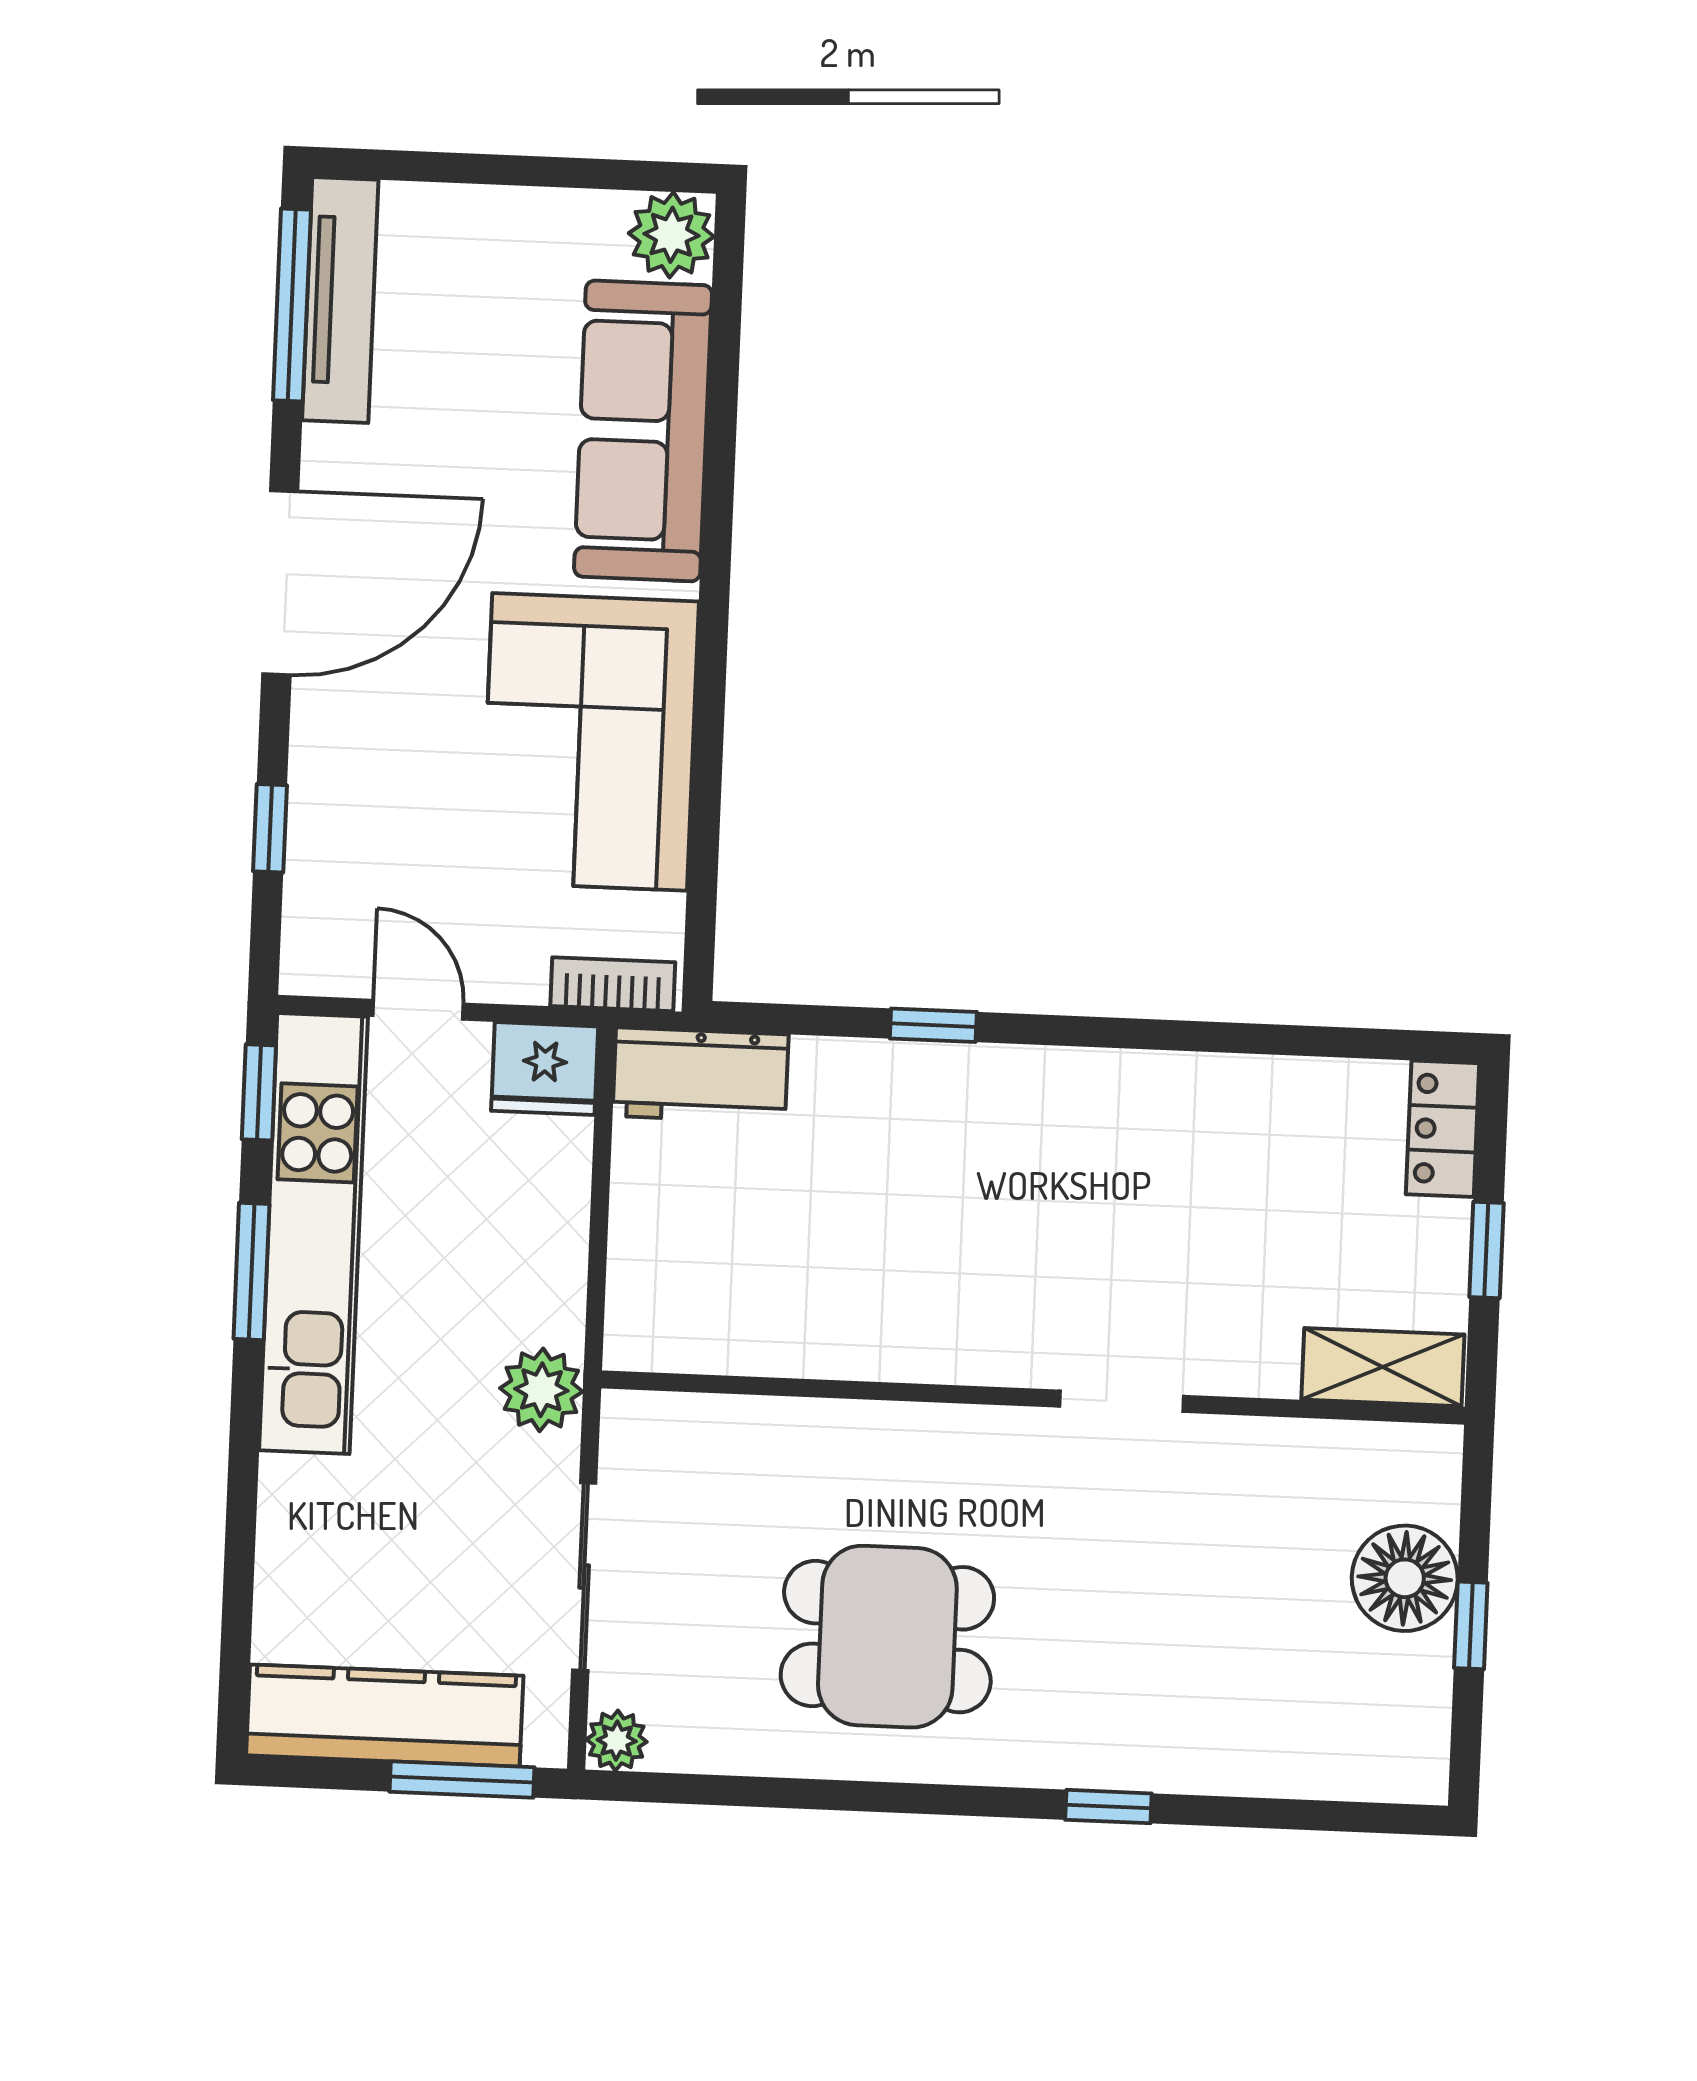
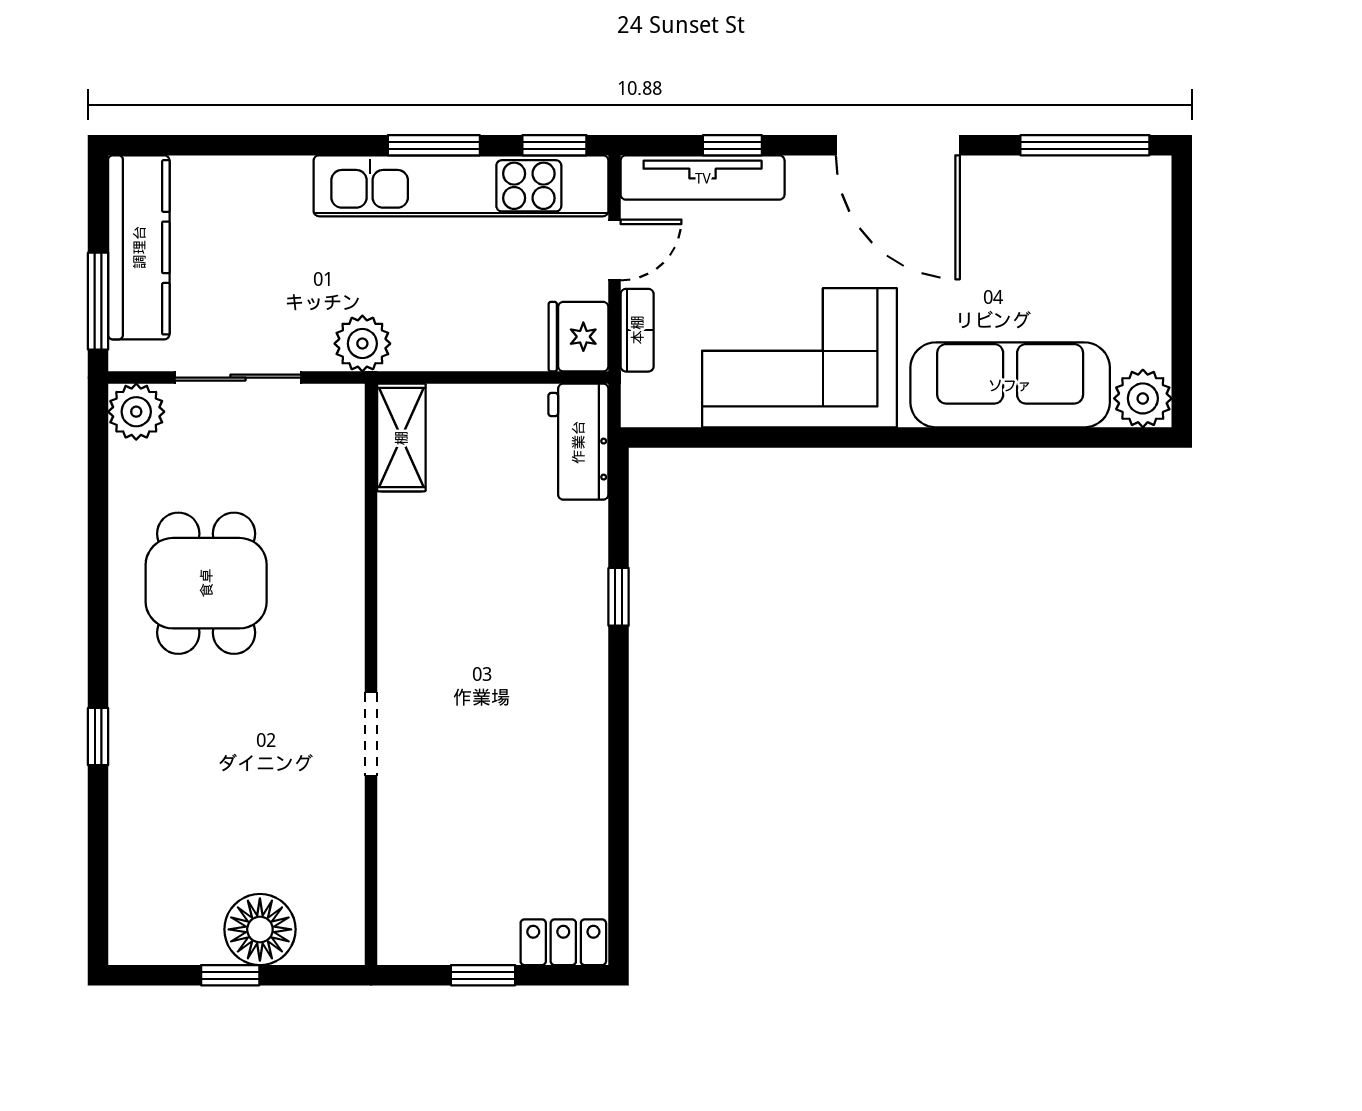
tv unit: (340, 300) -> (703, 178), moved
bookcase: (613, 984) -> (637, 330), moved
shelving: (1383, 1367) -> (401, 438), moved
plant: (617, 1741) -> (136, 412), width x1.38, depth x1.38

